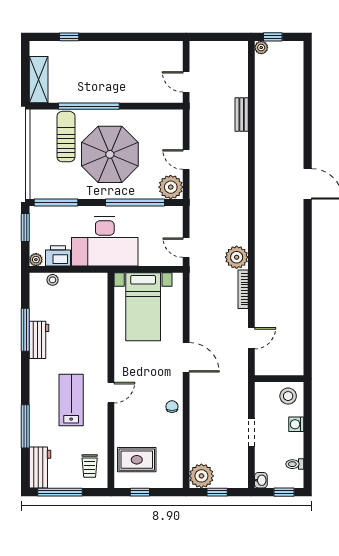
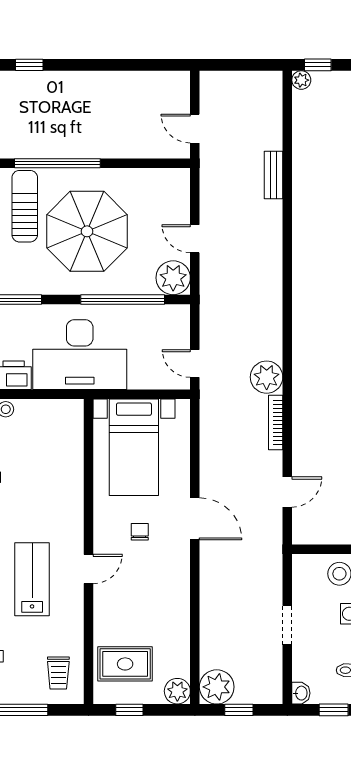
chair: (172, 407) -> (140, 532), moved
plant: (174, 479) -> (177, 691), added

